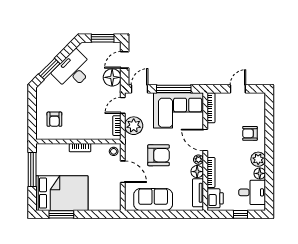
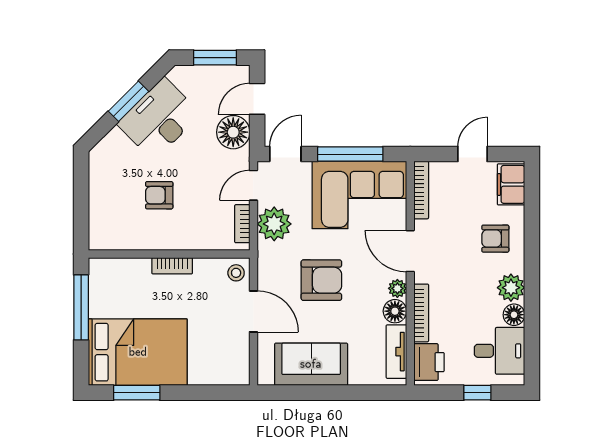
window: (49, 69) -> (128, 101), moved
filing cabinet: (258, 105) -> (511, 184), added
armchair: (54, 119) -> (159, 195), moved, turned 90

